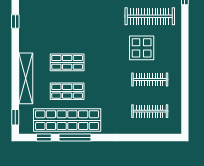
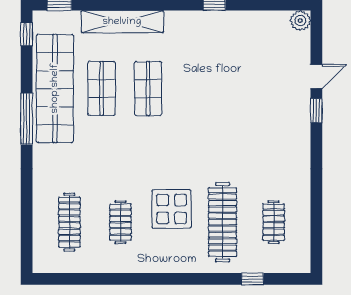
clothes rail: (150, 80) -> (120, 222), width x0.73
window: (44, 138) -> (27, 34), moved
window: (75, 138) -> (27, 119), moved

